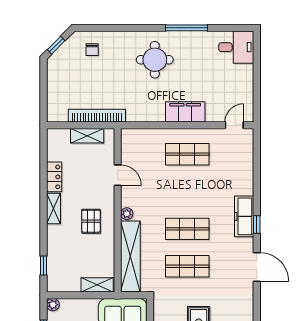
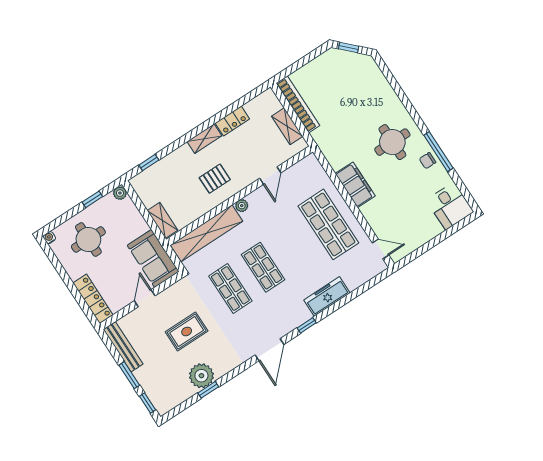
chair: (92, 50) -> (428, 161), moved
filing cabinet: (185, 112) -> (355, 185), moved
bookcase: (97, 116) -> (298, 104), moved
shop shelf: (187, 154) -> (328, 224), width x1.43, depth x1.36
freezer: (244, 216) -> (327, 296), moved

